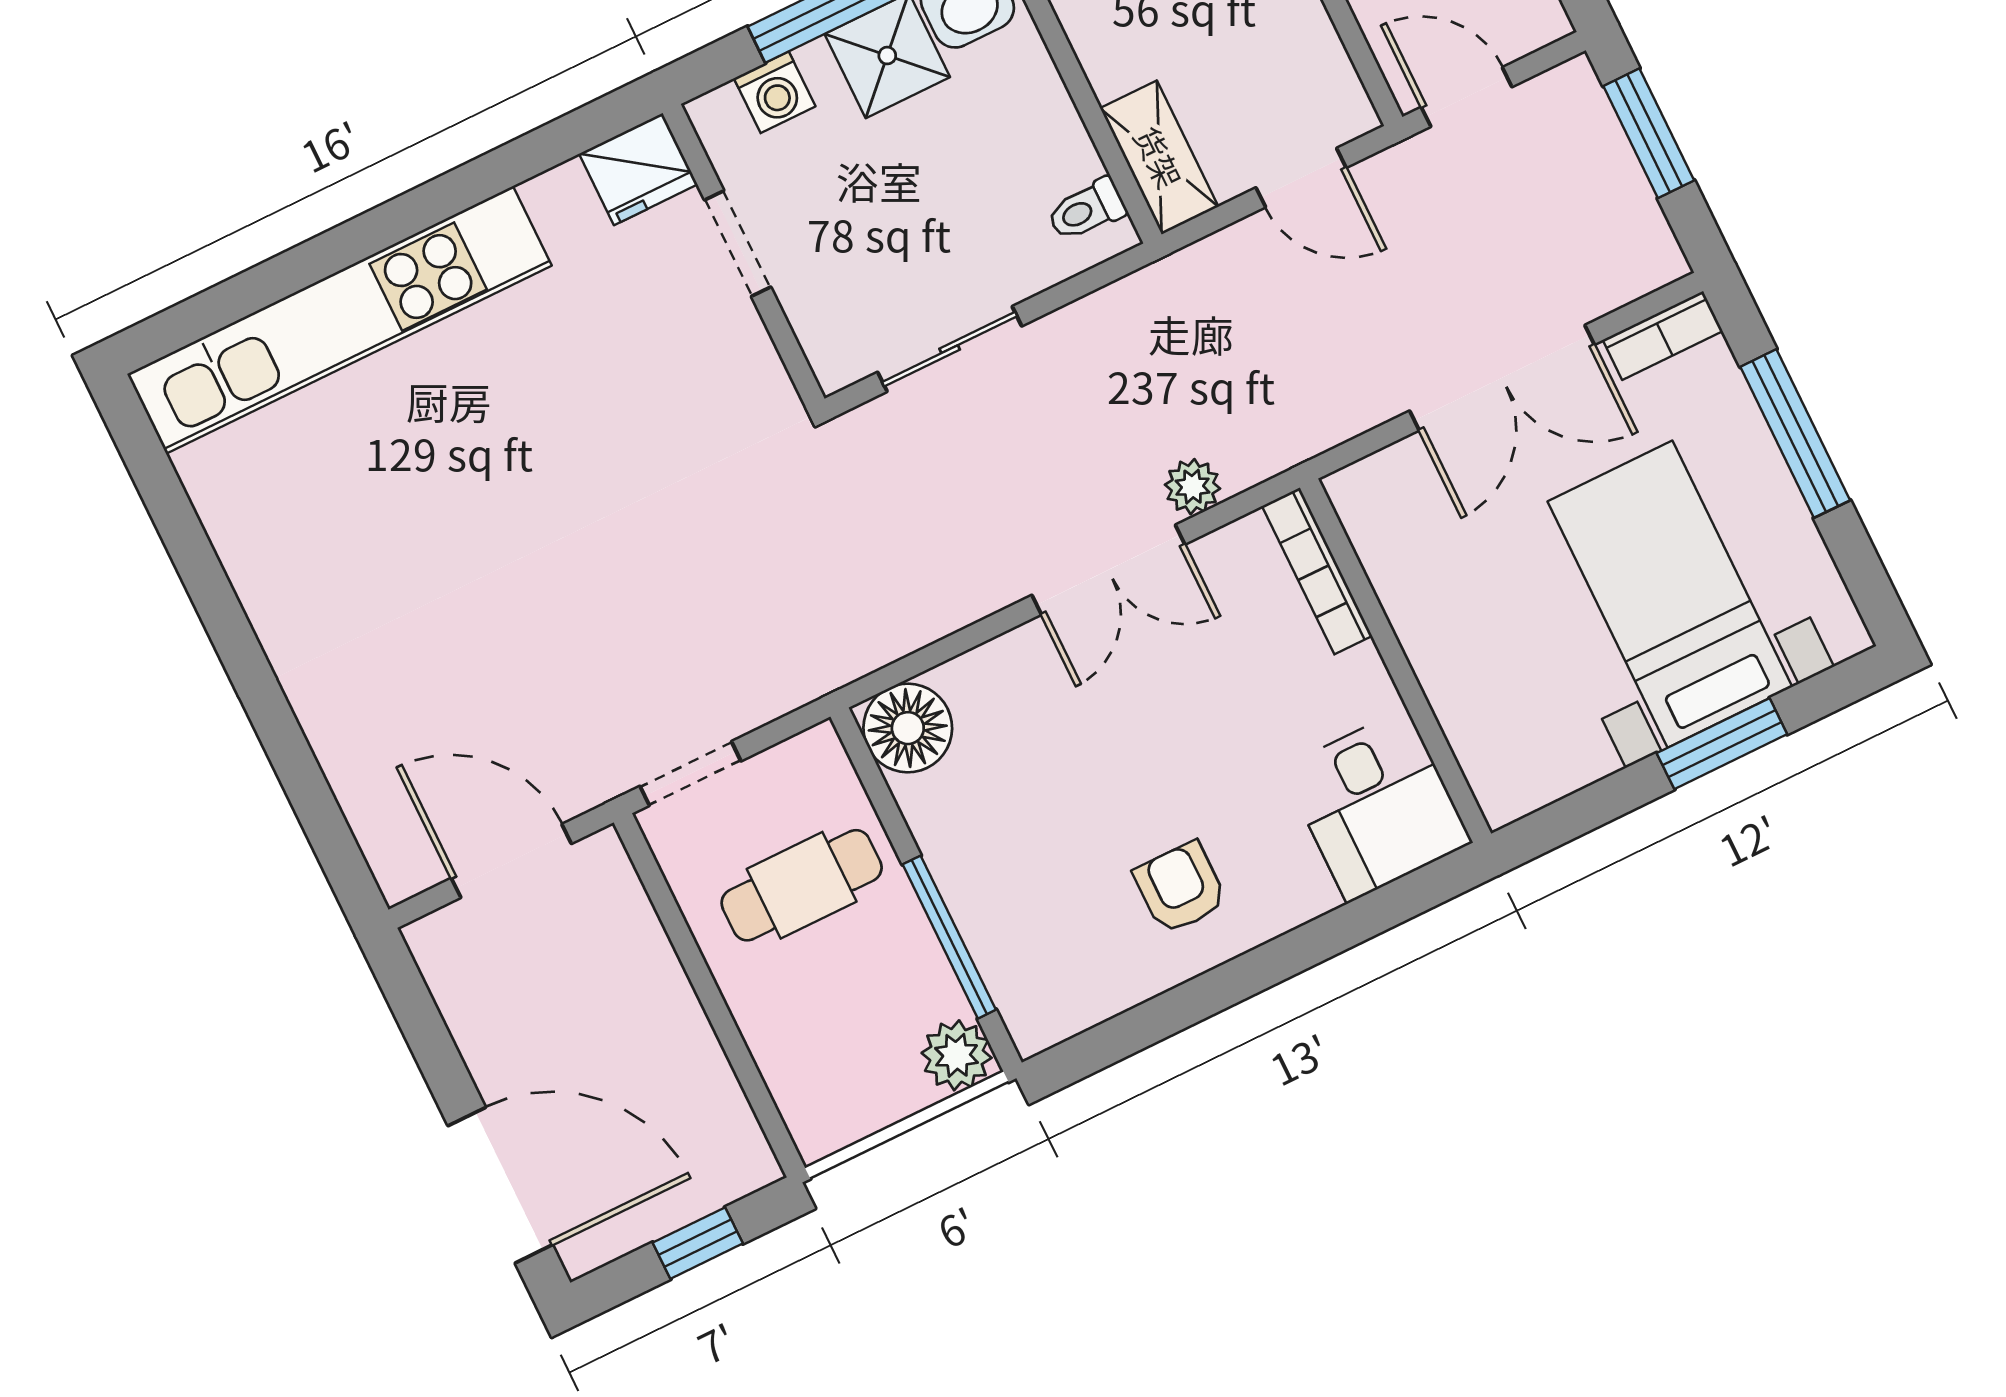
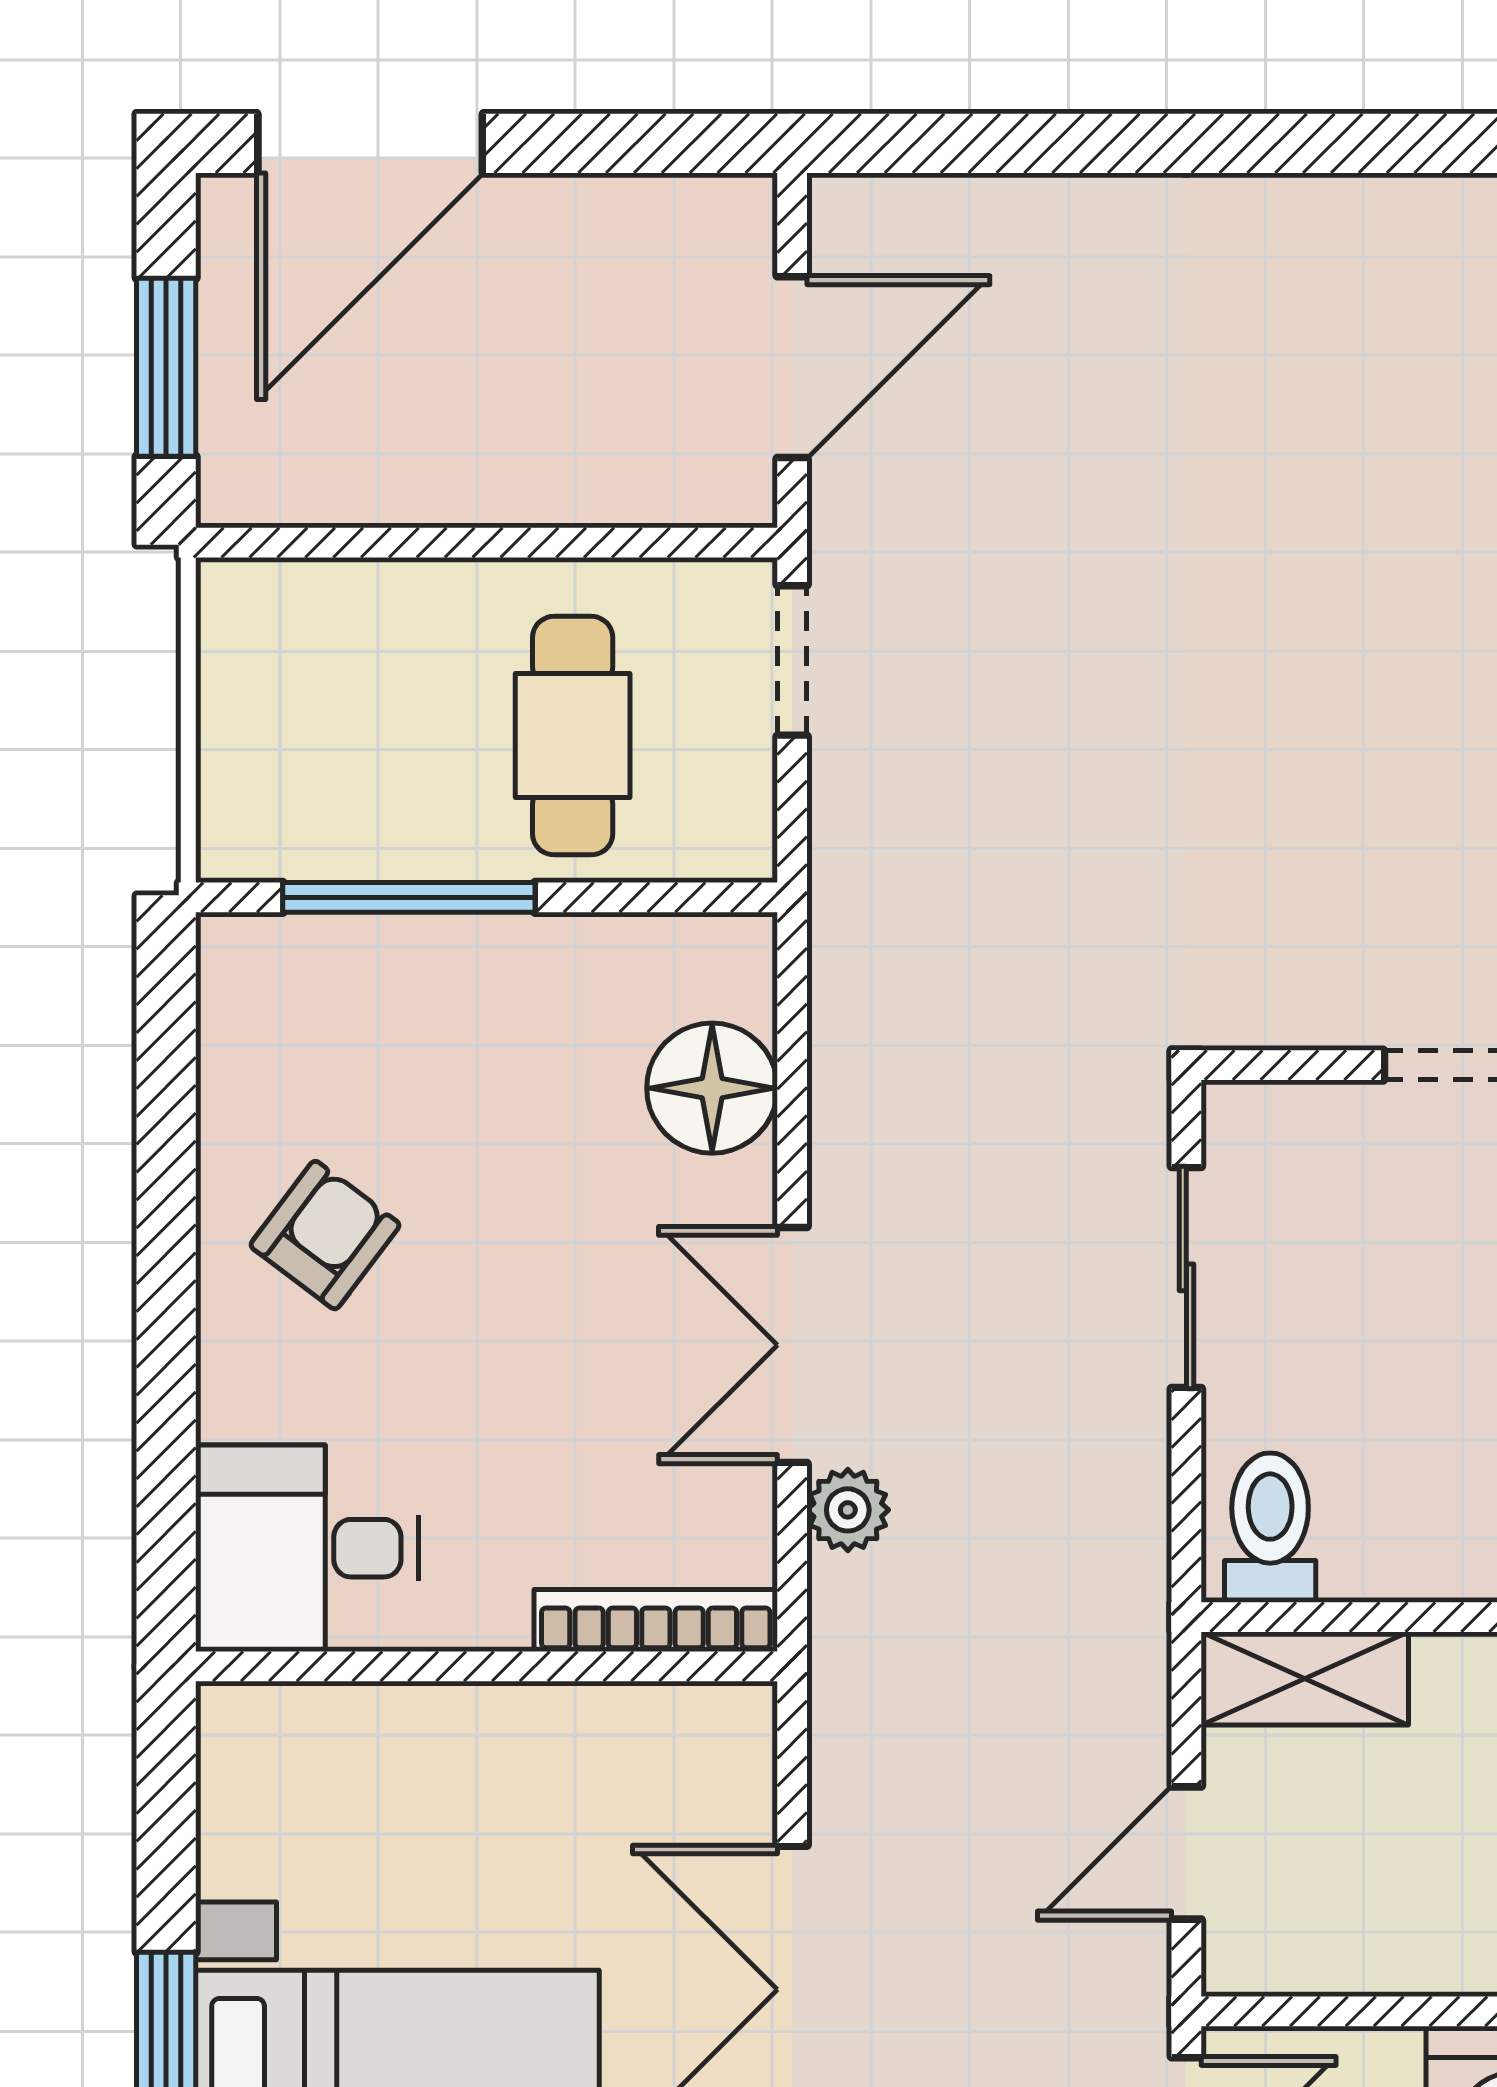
toilet: (1086, 210) -> (1270, 1528), width x1.37, depth x1.39
floor lamp: (908, 728) -> (712, 1088), moved
armchair: (1180, 888) -> (325, 1235), turned -53
plant: (957, 1055) -> (248, 831), removed
window: (698, 1243) -> (166, 367), width x1.50

